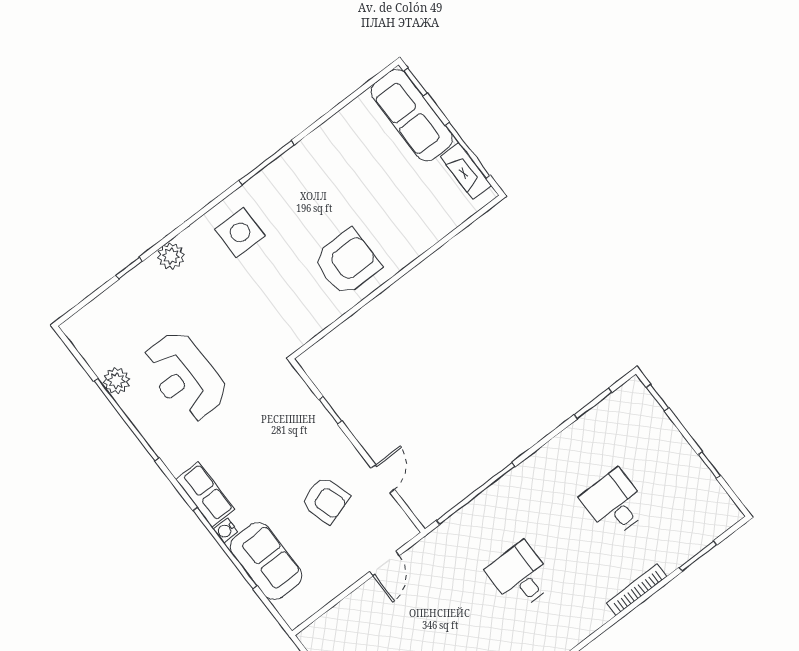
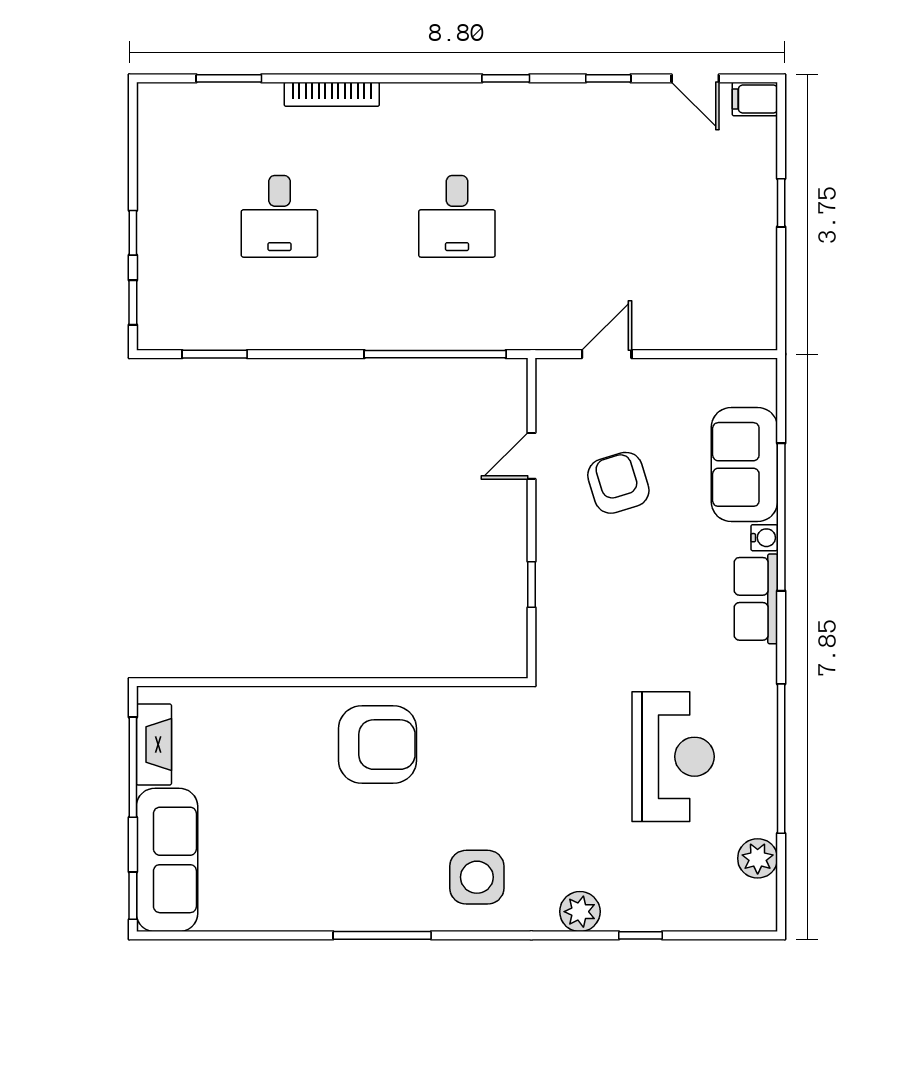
armchair: (347, 262) -> (378, 745), turned 180
plant: (116, 381) -> (758, 858), moved
window: (709, 465) -> (133, 233), moved

